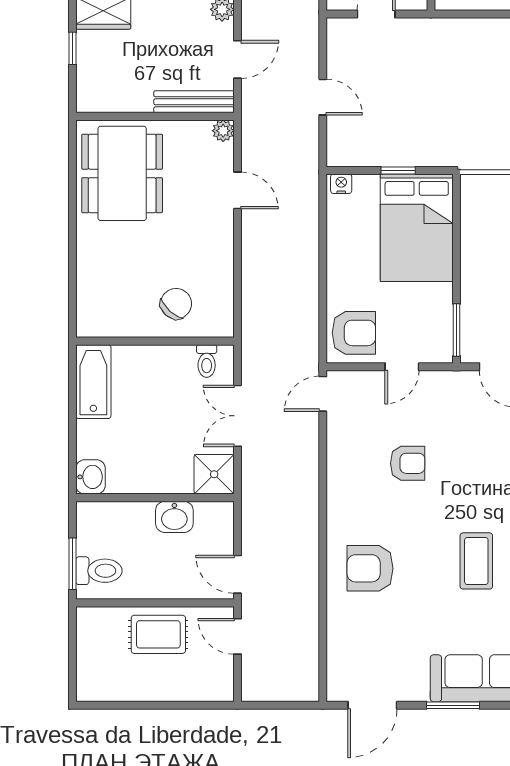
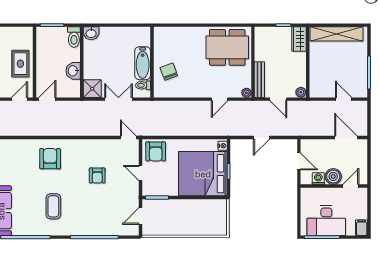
bed: (417, 228) -> (203, 174), width x1.36
chair: (176, 304) -> (169, 72), turned -152
bathtub: (93, 382) -> (143, 63), moved, turned 90
coffee table: (476, 561) -> (53, 206), turned 90
toilet: (99, 571) -> (74, 37), moved

